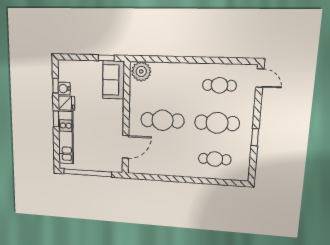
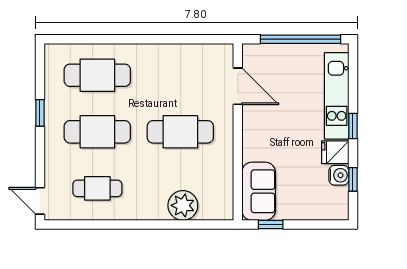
plant: (141, 71) -> (183, 205), moved
door: (126, 147) -> (238, 86), swing flipped
cafe table: (215, 159) -> (97, 75), width x1.37, depth x1.35

